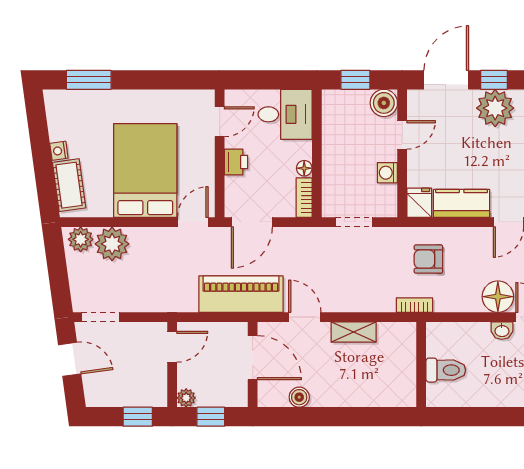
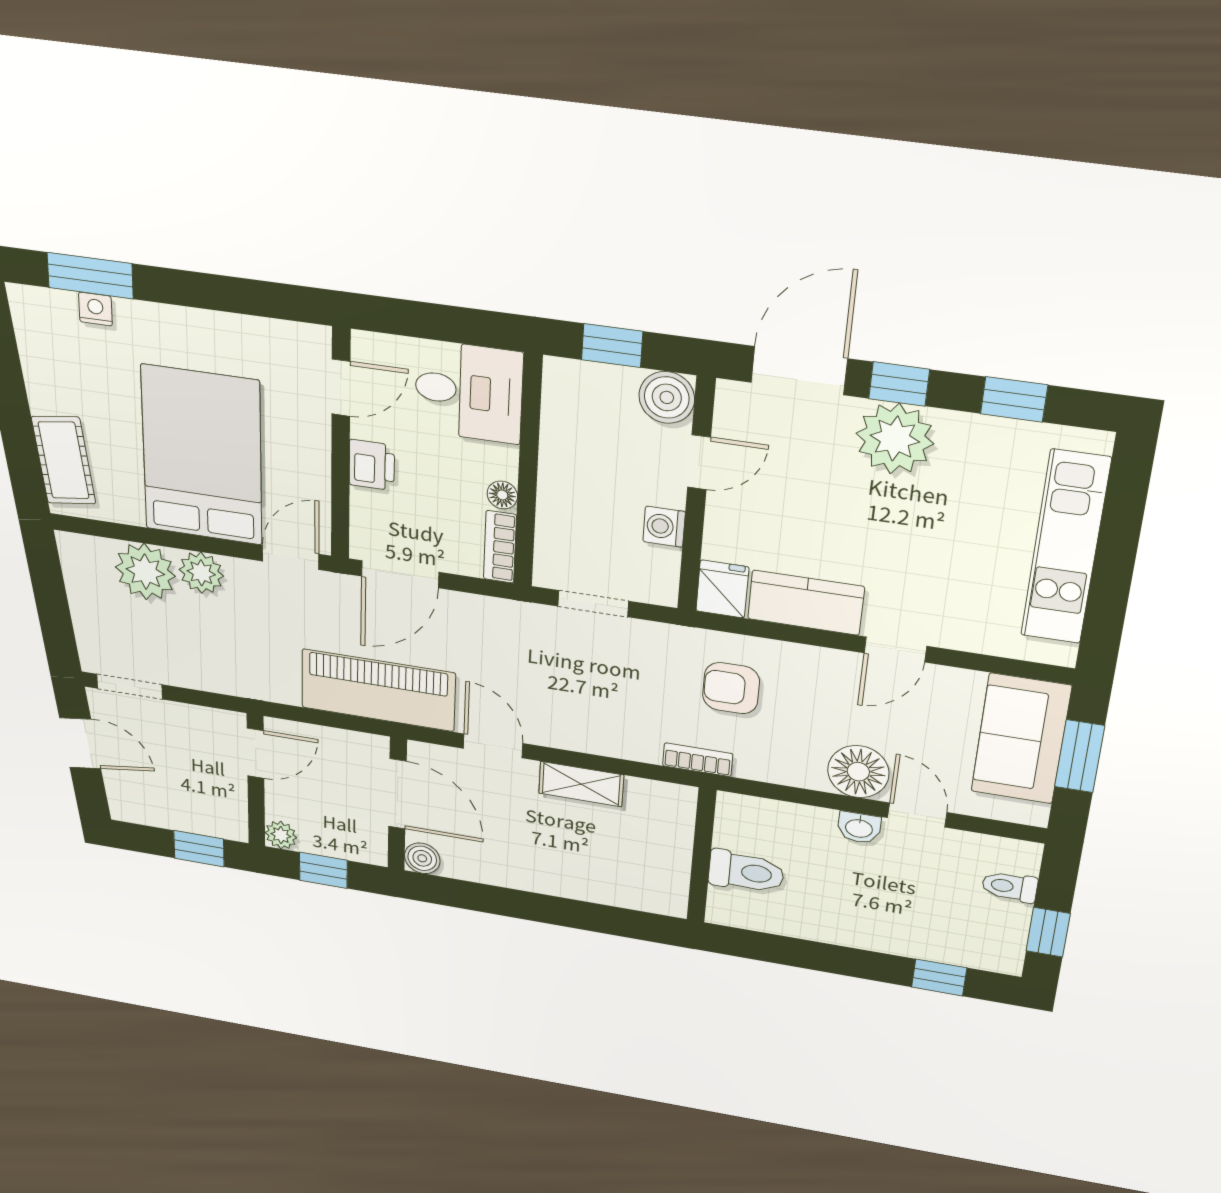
nightstand: (59, 151) -> (95, 309), moved, turned 98
plant: (81, 239) -> (201, 573), moved
boiler: (299, 397) -> (422, 858), moved

